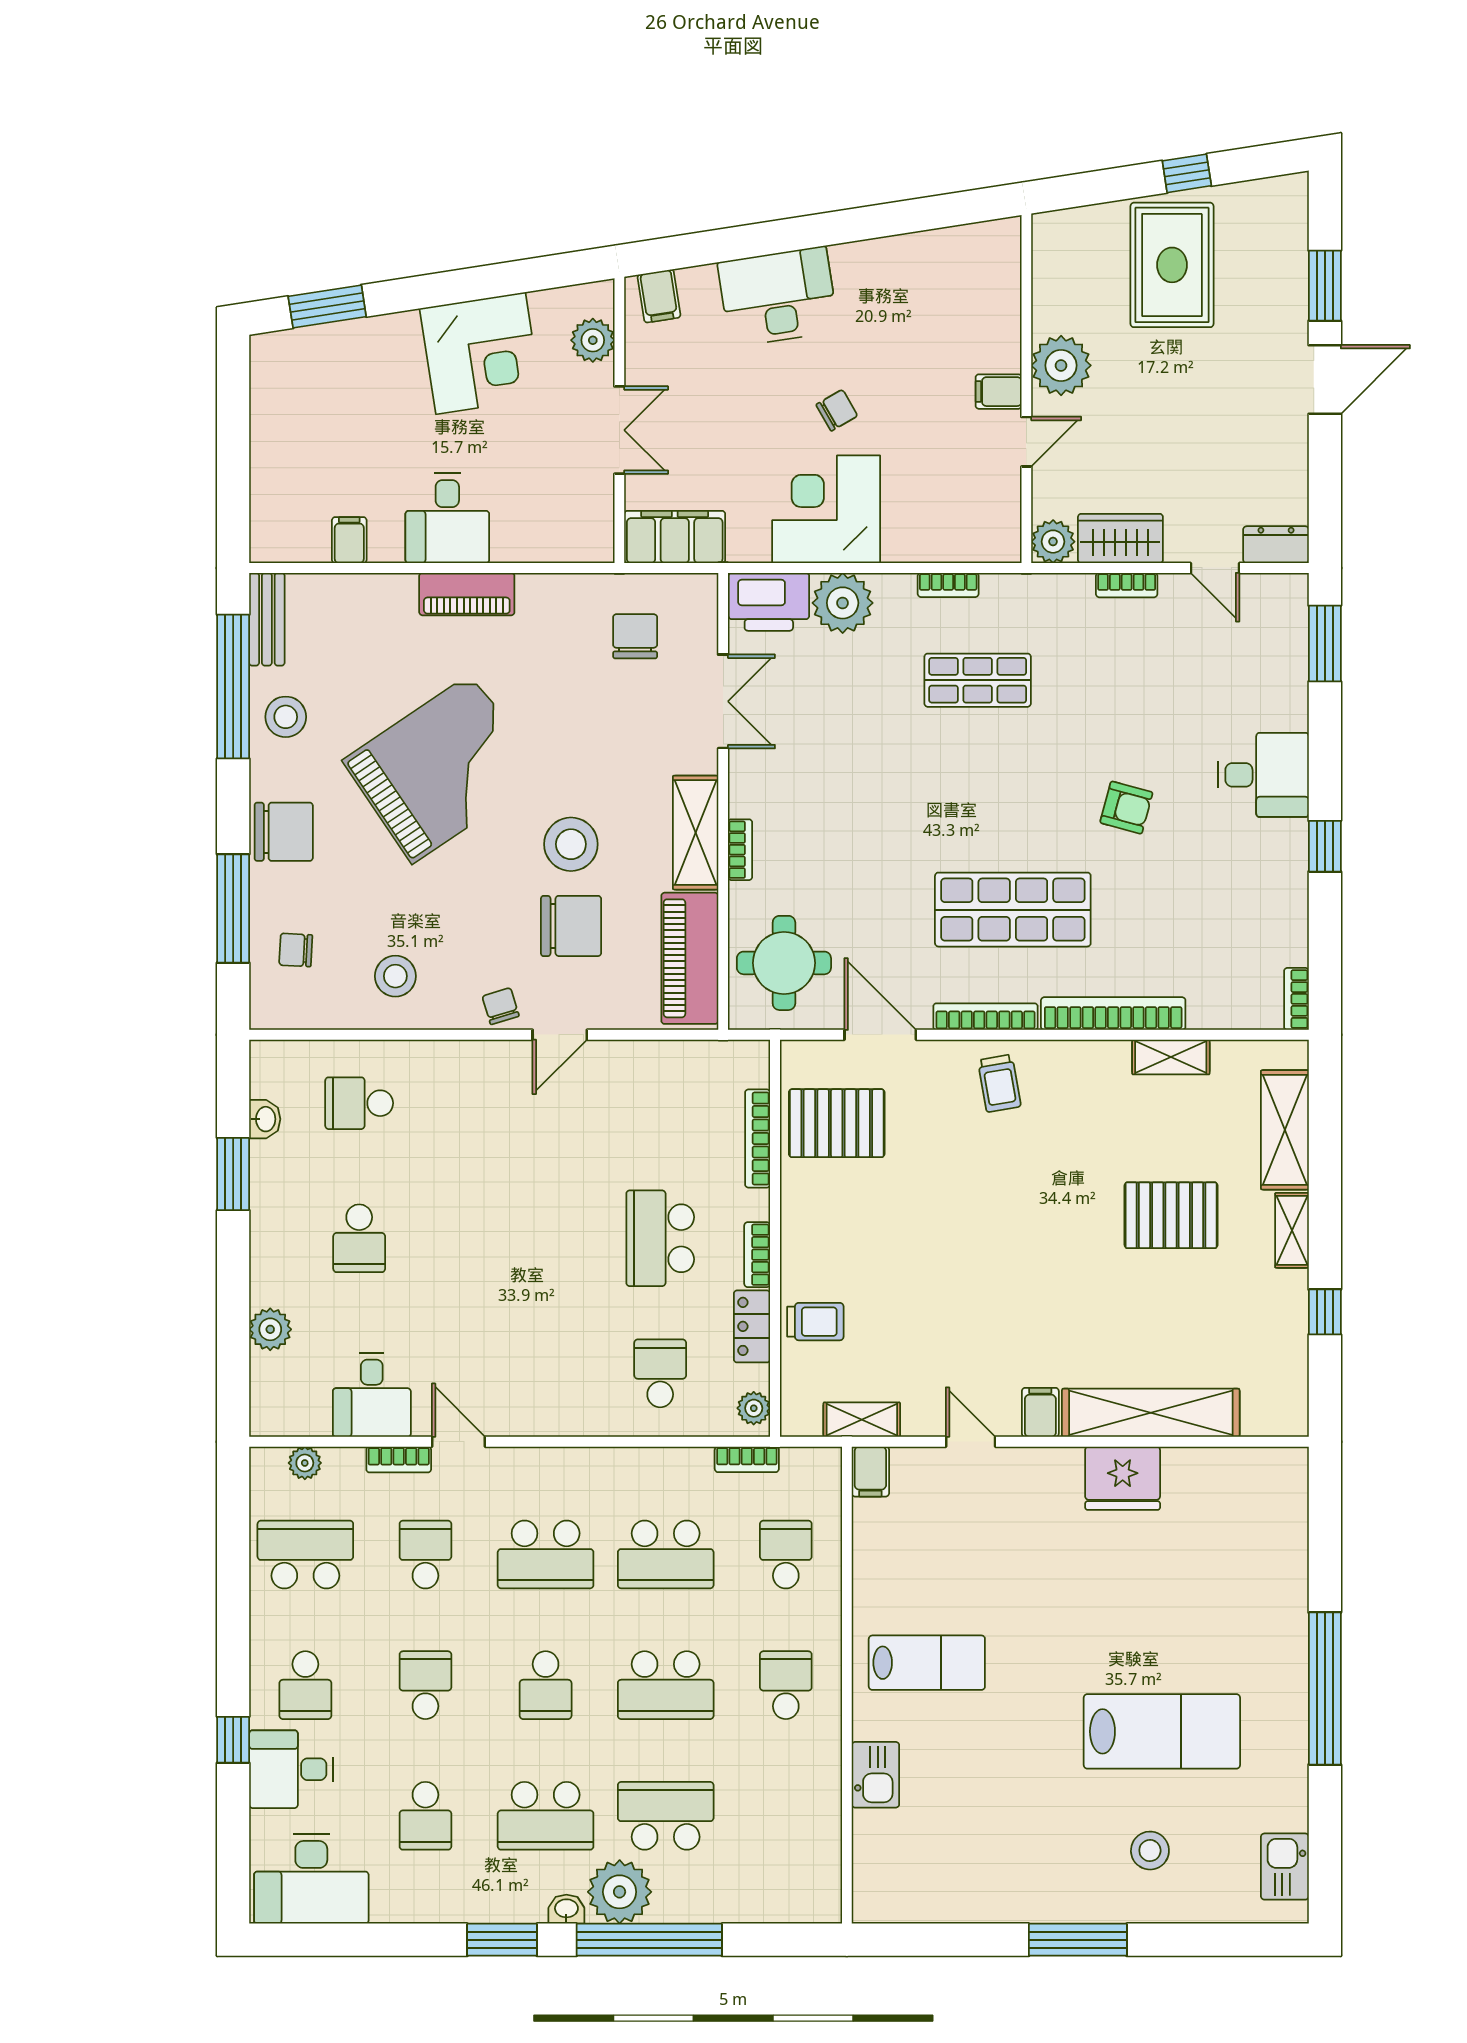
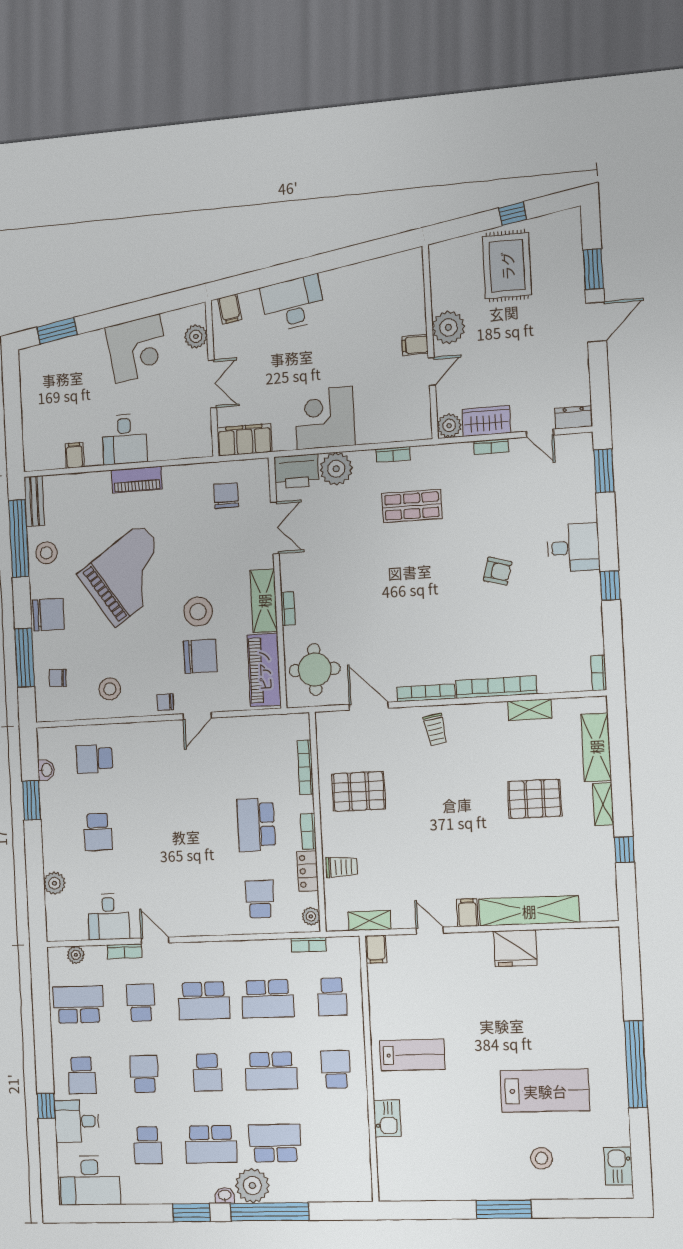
chair: (837, 410) -> (328, 363), removed
shop shelf: (1013, 910) -> (438, 632), removed
chair: (501, 1006) -> (165, 702), turned -73
pallet: (837, 1123) -> (359, 791), moved
school desk: (786, 1554) -> (332, 997), turned 180

